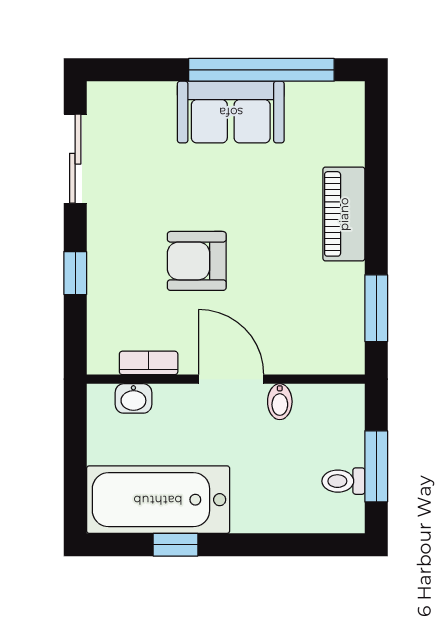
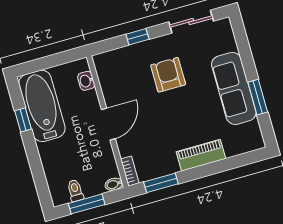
window: (261, 70) -> (258, 97), width x0.47
sofa: (231, 112) -> (234, 88), width x1.36
armchair: (197, 261) -> (168, 75), moved
bookcase: (149, 363) -> (130, 171), moved
bidet: (280, 402) -> (114, 184), moved

